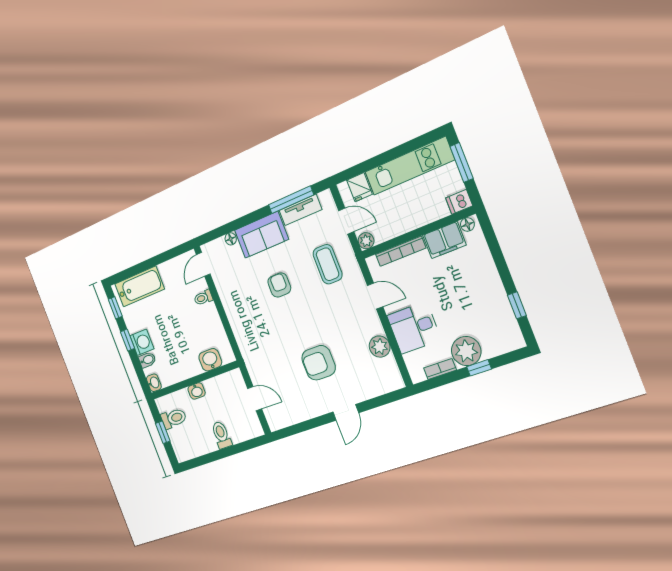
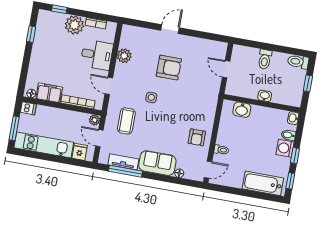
armchair: (279, 285) -> (197, 137), moved
side table: (316, 313) -> (151, 97), added
window: (479, 368) -> (59, 9), moved
toilet: (174, 418) -> (298, 62), moved

